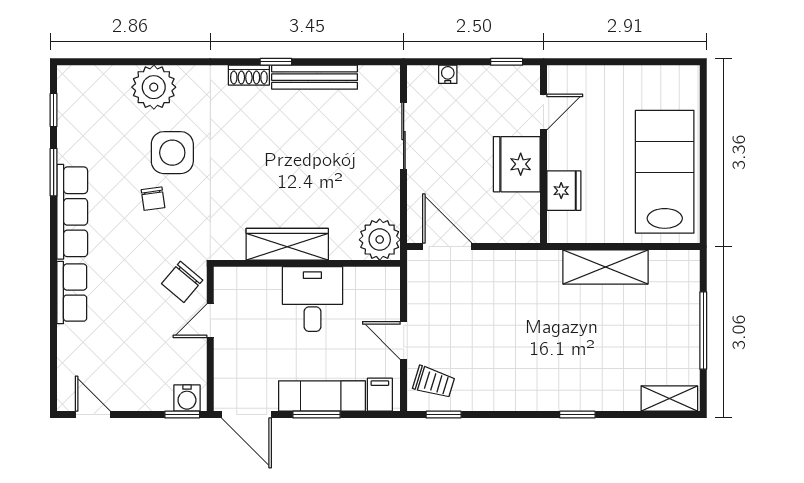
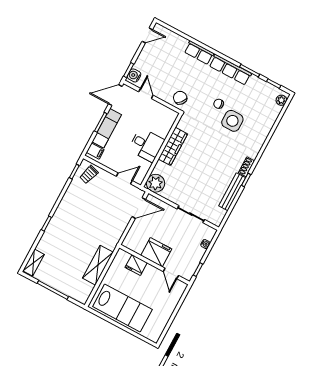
plant: (154, 87) -> (281, 100), moved, width x0.53, depth x0.53
door: (210, 321) -> (146, 93), moved
door: (404, 340) -> (124, 178), moved

